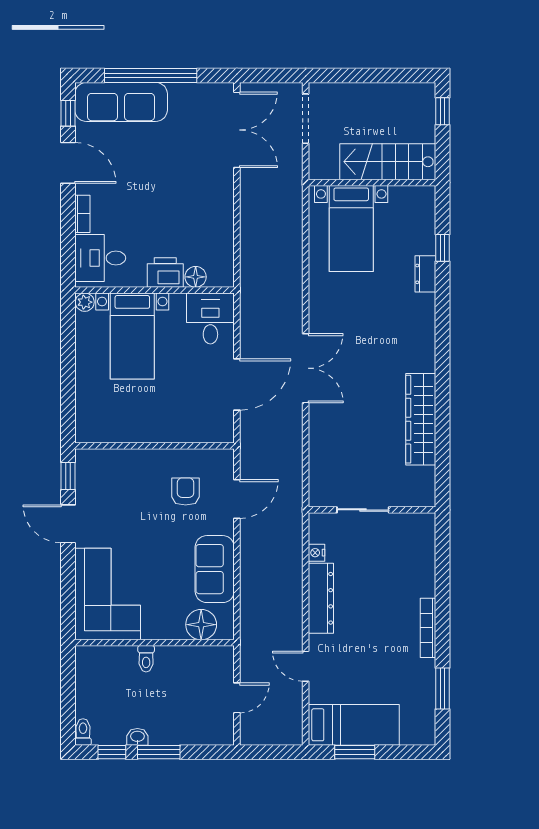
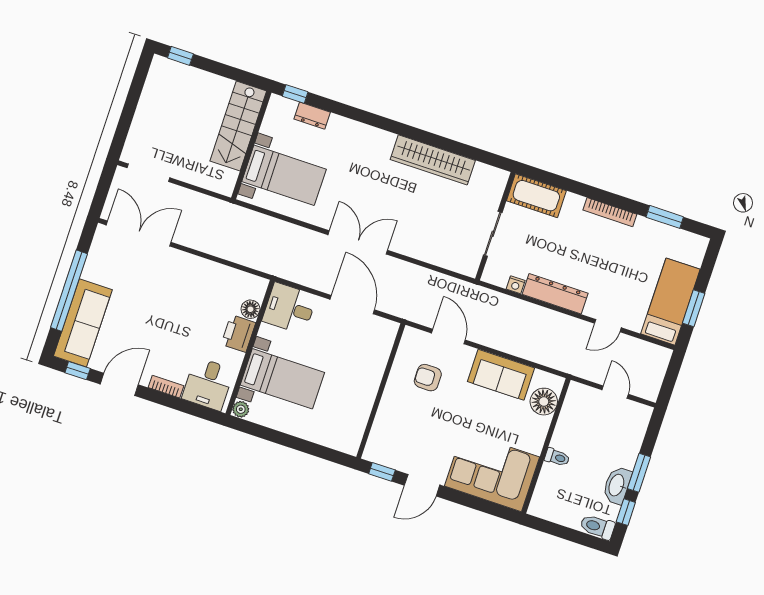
stairs: (388, 162) -> (238, 126), moved
wall: (372, 183) -> (251, 145), moved
bed with nightstands: (351, 228) -> (284, 175), moved
cot: (419, 543) -> (536, 196), added
toilet: (83, 732) -> (597, 527), width x1.37, depth x1.39
washbasin: (137, 737) -> (617, 485), width x1.91, depth x1.45

